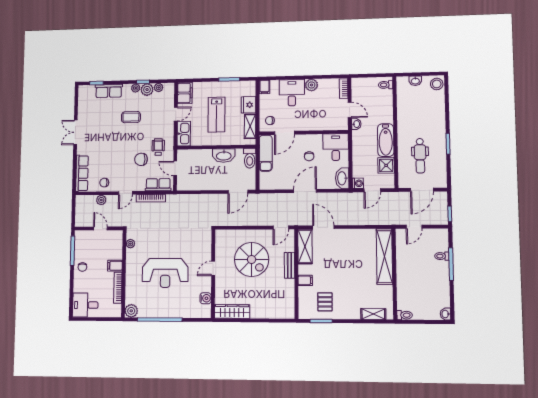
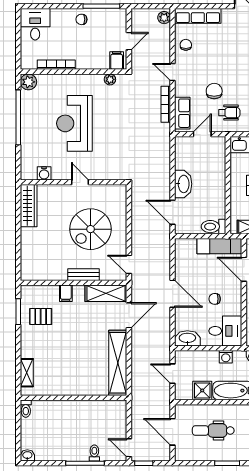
washbasin: (224, 156) -> (183, 184), moved, turned 180
washing machine: (358, 183) -> (226, 357), moved
plant: (101, 200) -> (164, 18), moved
door: (414, 227) -> (129, 448), moved
shelving: (384, 256) -> (118, 363), moved, turned 90
filing cabinet: (115, 266) -> (117, 61), moved

